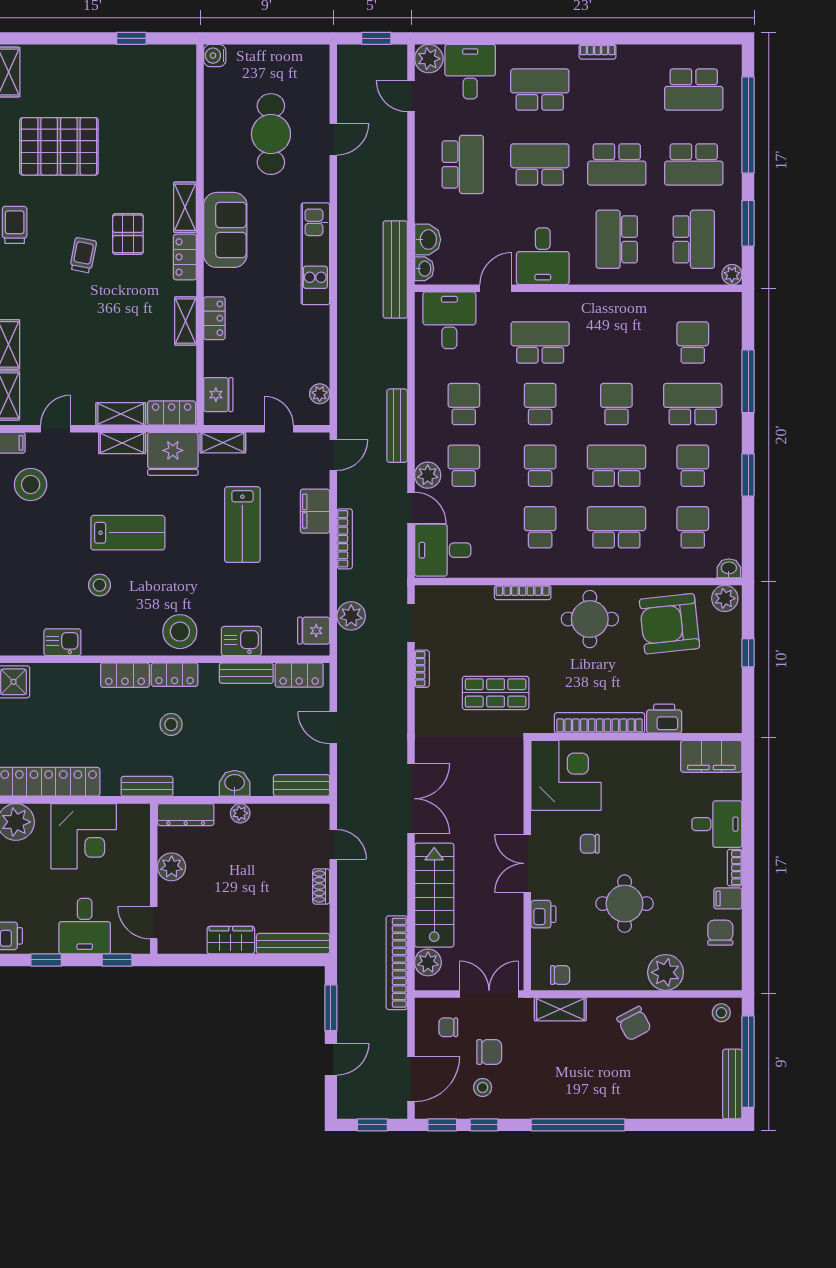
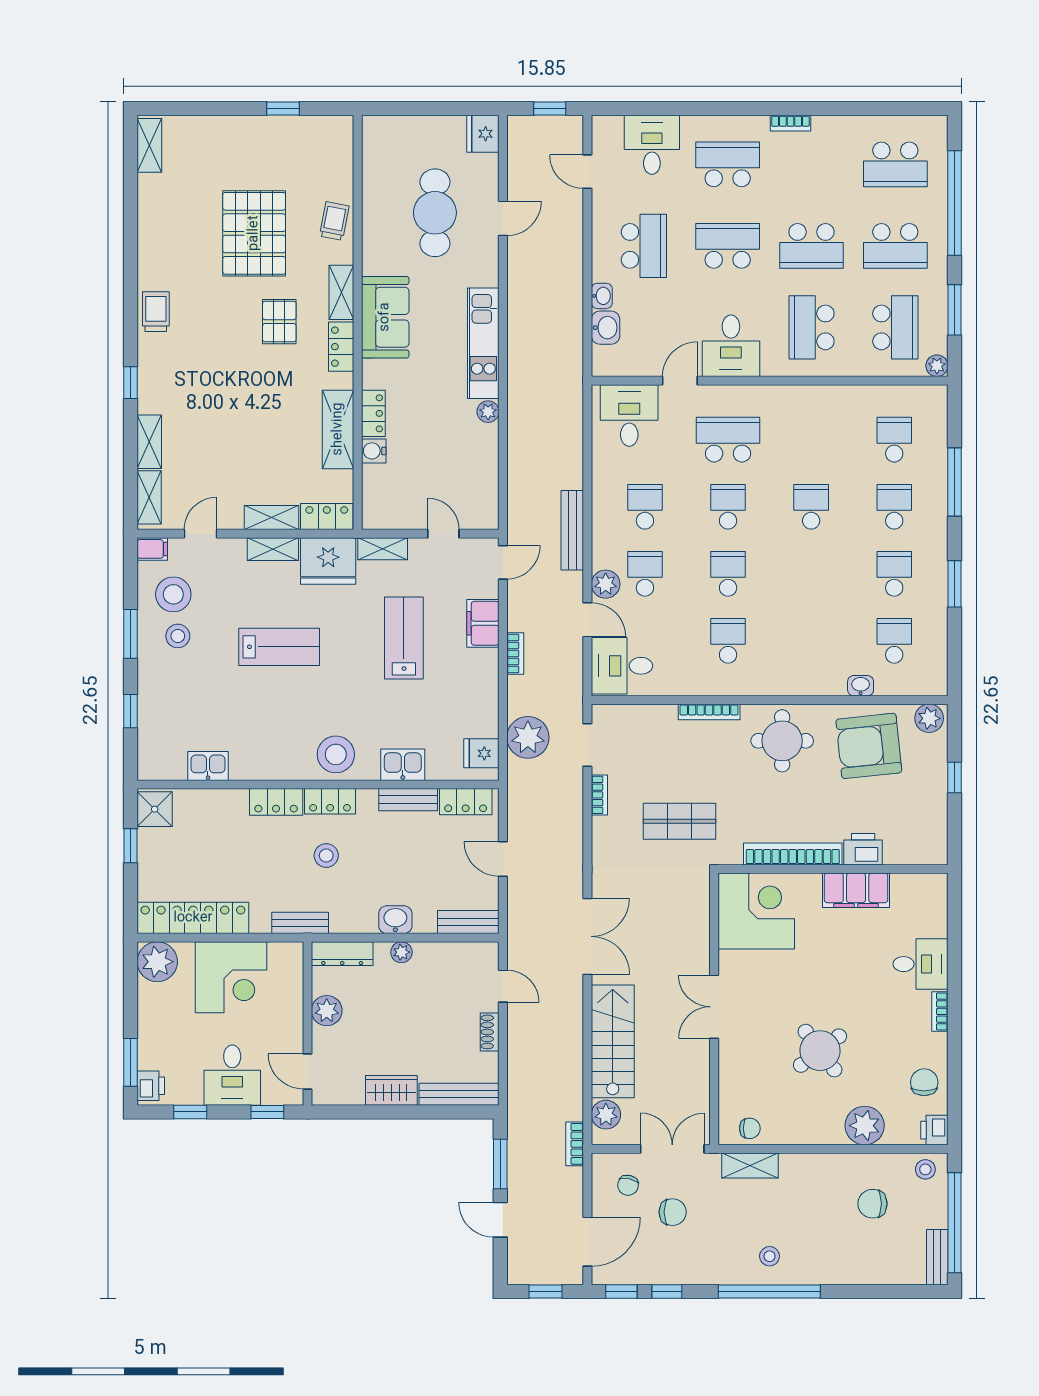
water cooler: (215, 56) -> (374, 451), moved
plant: (429, 59) -> (607, 131), removed
pallet: (59, 146) -> (254, 233), moved, turned 90
trolley: (83, 255) -> (334, 221), moved
bench: (395, 269) -> (570, 360), removed
washbasin: (424, 269) -> (602, 296), moved
shelving: (185, 321) -> (338, 429), width x1.50, depth x1.33
plant: (320, 394) -> (488, 412), moved
fridge: (218, 395) -> (483, 134), moved, turned 180
school desk: (693, 404) -> (894, 507), width x0.54
school desk: (616, 466) -> (811, 574), removed
lab bench: (242, 525) -> (404, 638), turned 180
school desk: (616, 527) -> (811, 641), removed
bookcase: (345, 539) -> (515, 653), width x0.64
washbasin: (729, 568) -> (861, 686), moved
stool: (99, 585) -> (178, 636), moved
plant: (351, 616) -> (528, 737), width x1.36, depth x1.36
filing cabinet: (711, 756) -> (856, 890), moved
chair: (590, 844) -> (782, 986), removed
filing cabinet: (728, 898) -> (933, 1045), removed
round table: (625, 904) -> (820, 1051), turned -37
printer: (543, 914) -> (934, 1130), moved, turned 180
bookcase: (397, 963) -> (575, 1144), width x0.43, depth x0.76
chair: (634, 1024) -> (872, 1204), moved, turned 118
chair: (448, 1027) -> (628, 1185), turned -78
door: (331, 1059) -> (500, 1220), swing flipped
bench: (732, 1084) -> (937, 1257), width x0.73
stool: (483, 1087) -> (770, 1256), moved

